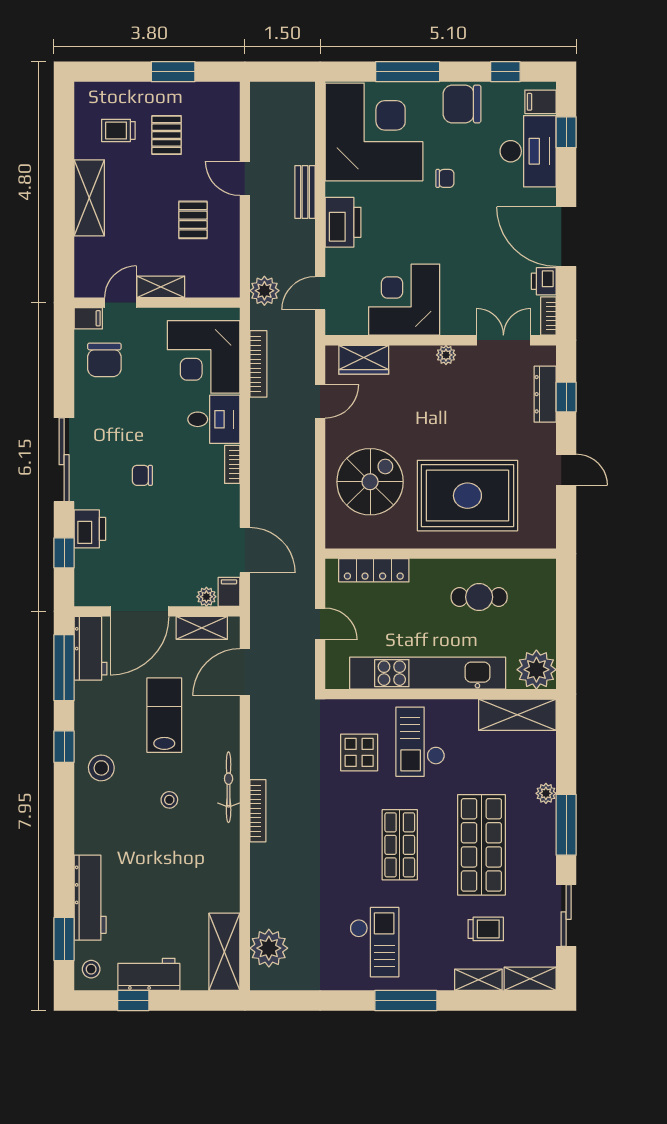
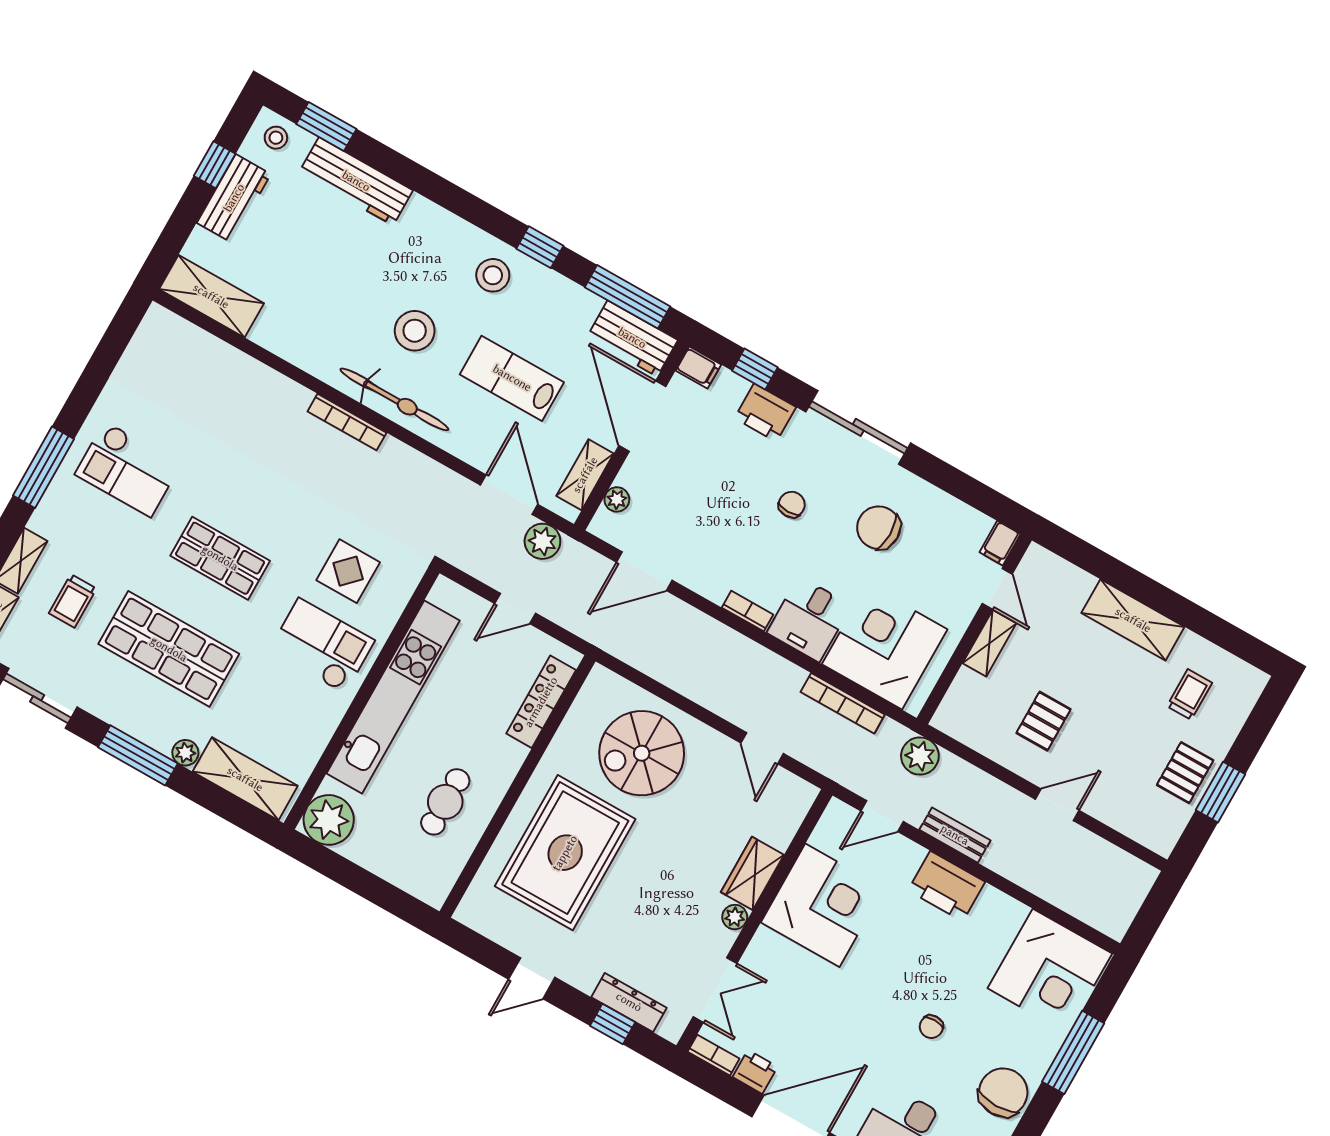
corner desk: (374, 132) -> (1050, 971), width x0.74, depth x0.74
pallet: (167, 135) -> (1185, 773), moved, turned 90
bench: (305, 192) -> (955, 835), moved
pallet: (193, 220) -> (1044, 721), turned 90
door: (320, 293) -> (882, 816), swing flipped
chair: (104, 360) -> (879, 528), moved
wardrobe: (364, 360) -> (752, 873), moved
spiral stairs: (370, 482) -> (642, 753), turned 90
filing cabinet: (229, 592) -> (698, 368), moved
lab bench: (164, 715) -> (512, 378), turned 180
shelving: (517, 715) -> (245, 779), moved, turned 90
bicycle: (229, 787) -> (394, 399), width x1.37, depth x1.40
stool: (169, 800) -> (415, 331), width x1.89, depth x1.89
plant: (269, 948) -> (542, 541), moved, width x0.73, depth x0.73

